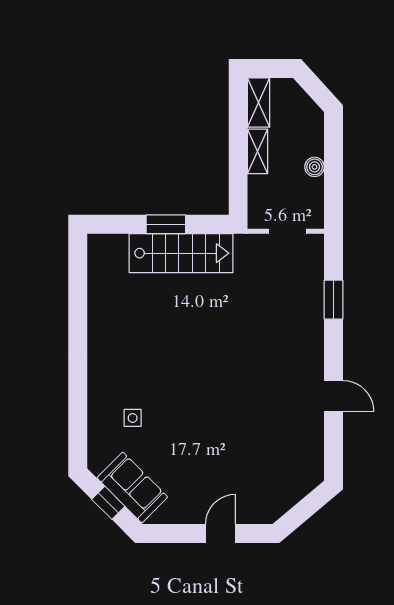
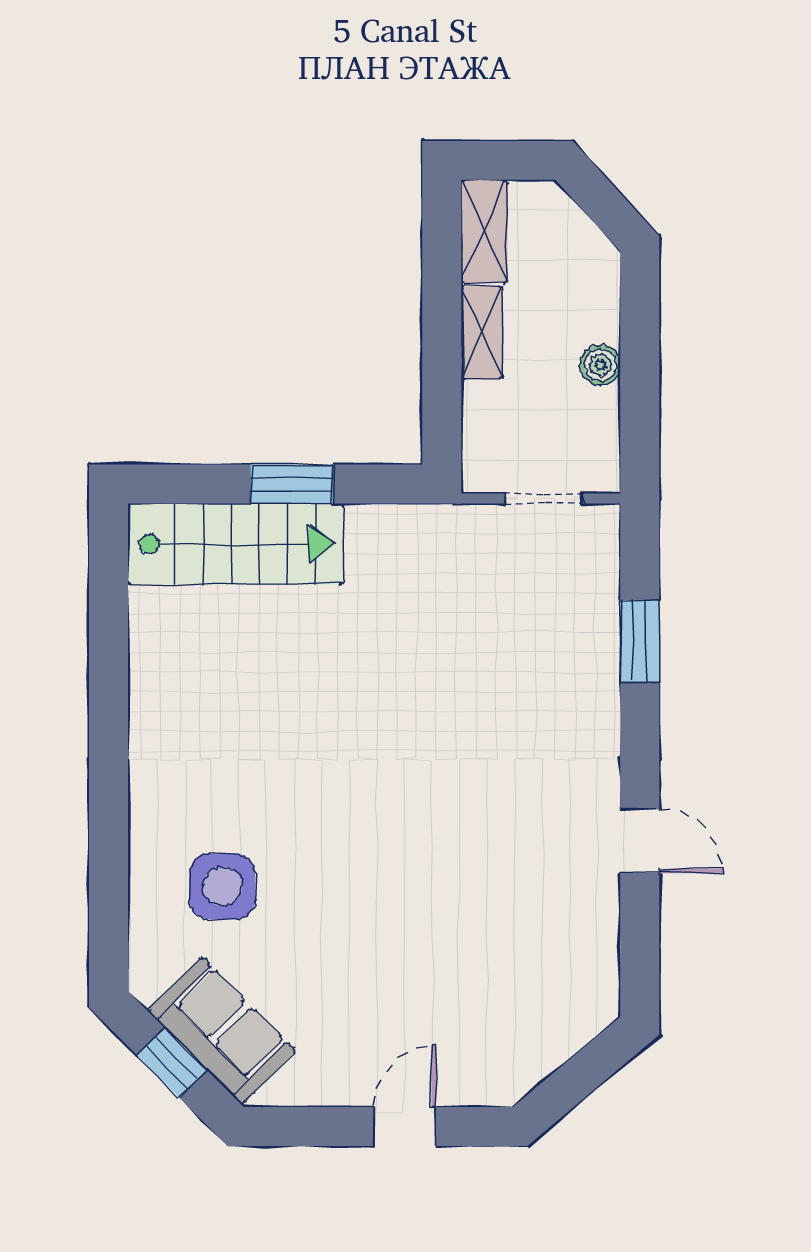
stairs: (181, 253) -> (236, 544), moved
side table: (133, 418) -> (222, 886), width x1.87, depth x1.87

